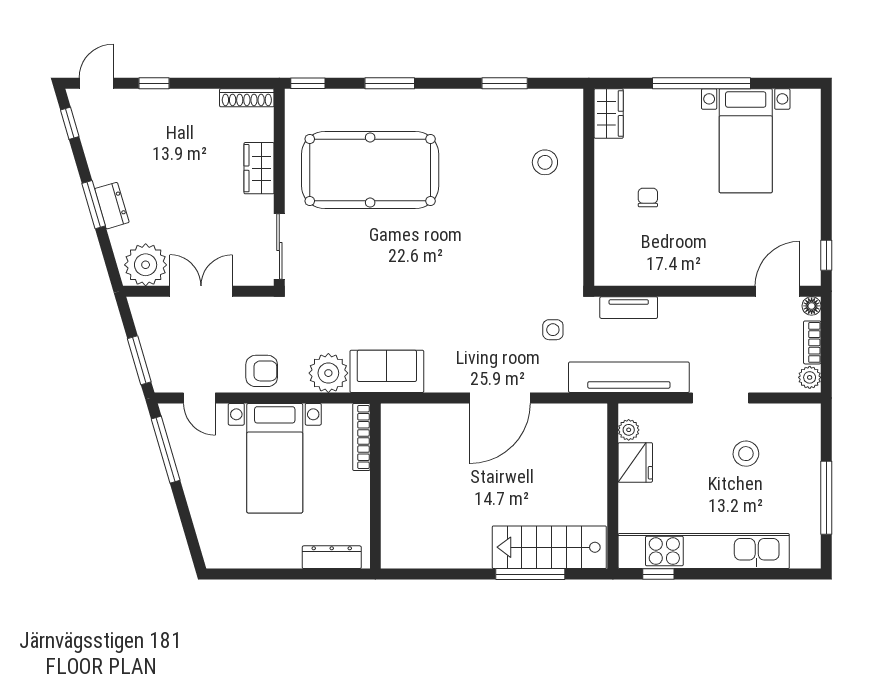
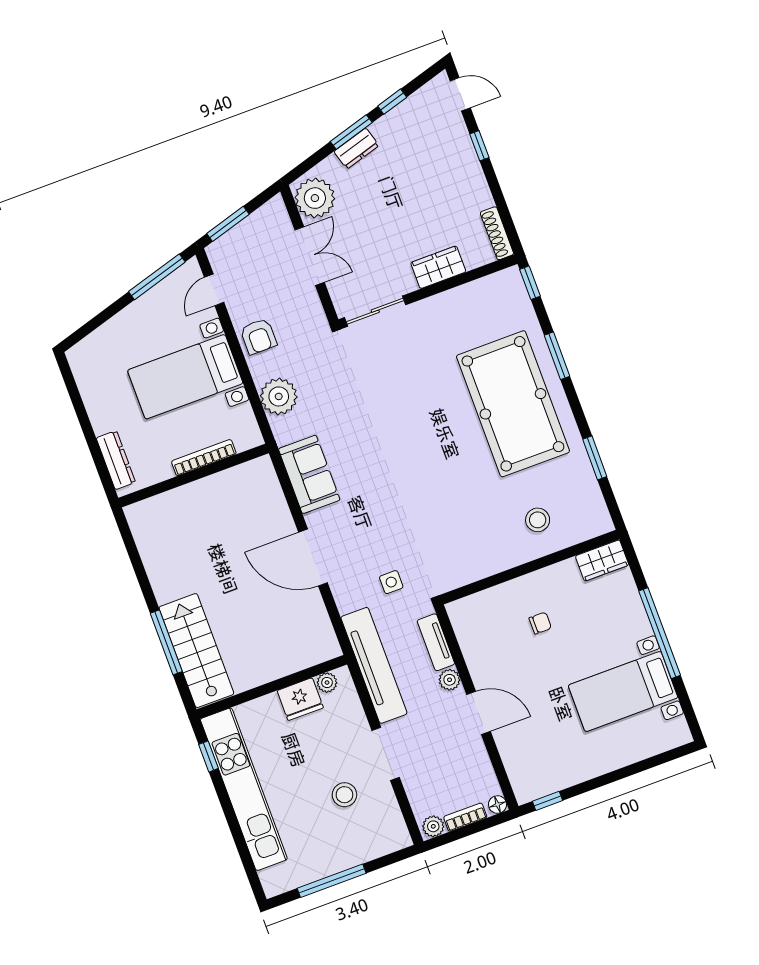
window: (70, 123) -> (392, 102), moved
pool table: (370, 170) -> (513, 404), moved
door: (778, 291) -> (479, 713), moved
plant: (671, 308) -> (450, 680), added
sofa: (387, 371) -> (309, 474), moved
bookcase: (361, 437) -> (204, 458), moved

